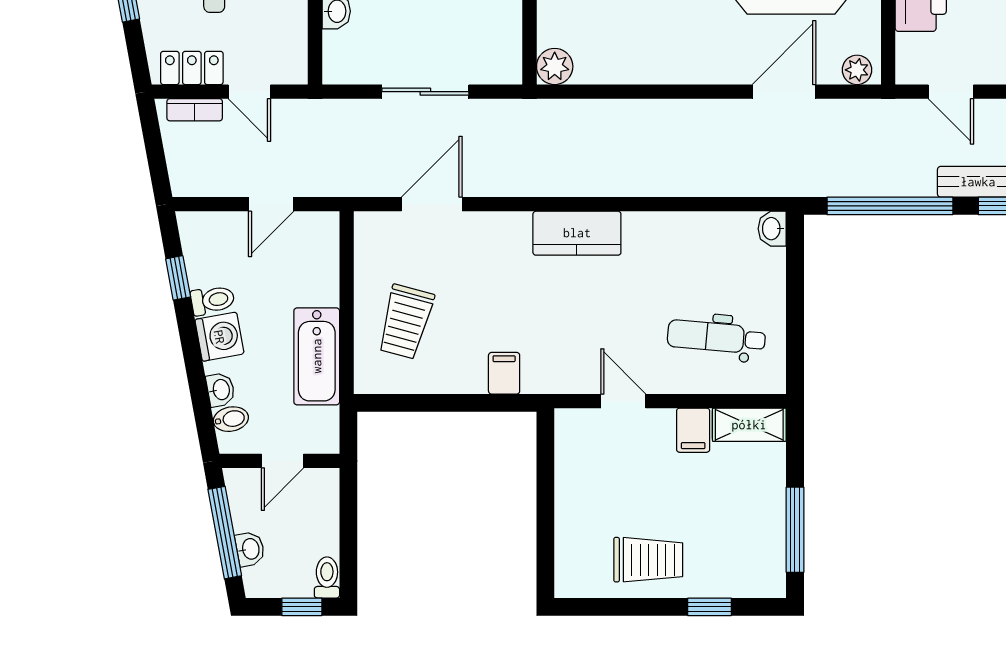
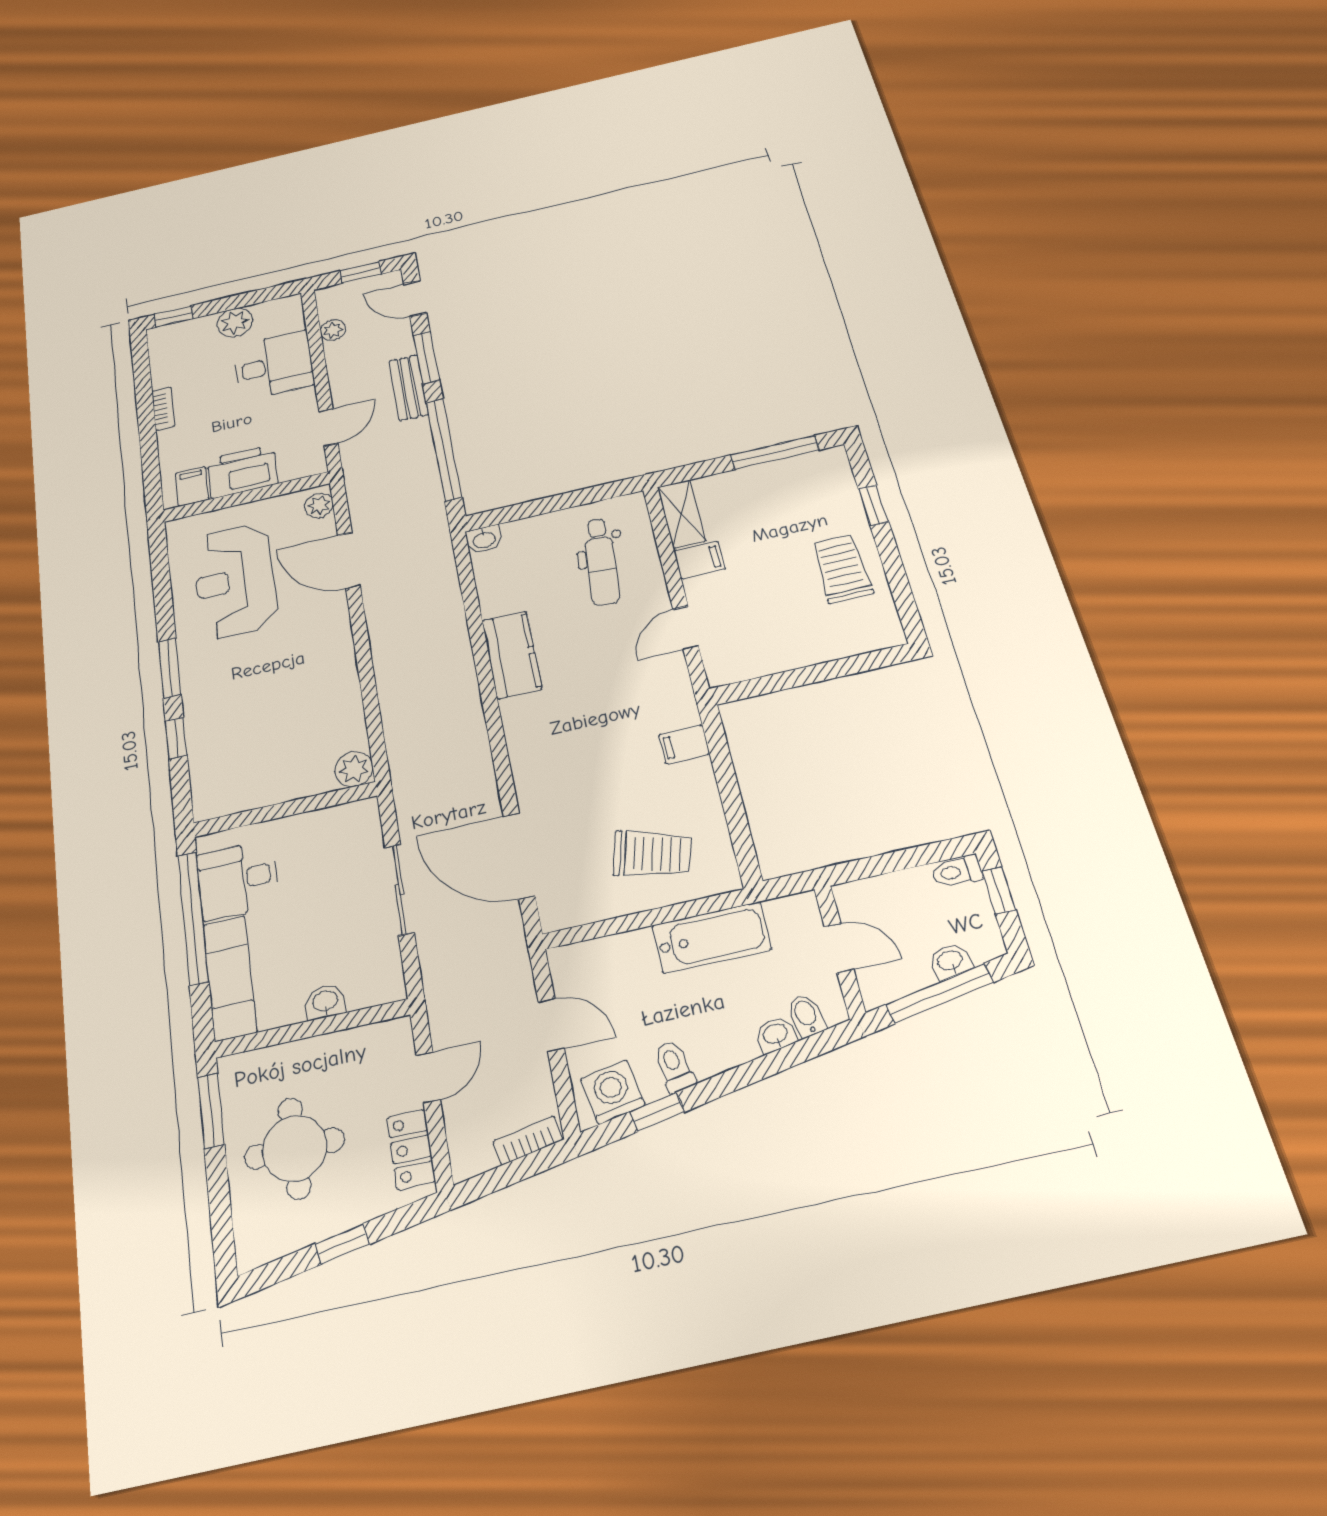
bookcase: (195, 110) -> (528, 1140), moved, turned -100
door: (432, 204) -> (519, 856), width x1.36
kitchen counter: (577, 233) -> (512, 655), moved
washing machine: (219, 337) -> (613, 1092), moved

